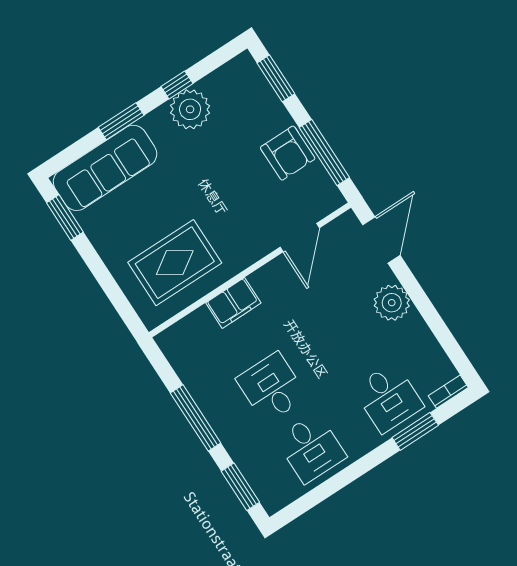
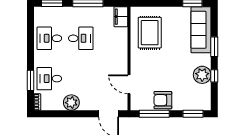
filing cabinet: (233, 303) -> (121, 17), moved
plant: (392, 303) -> (71, 103), moved

